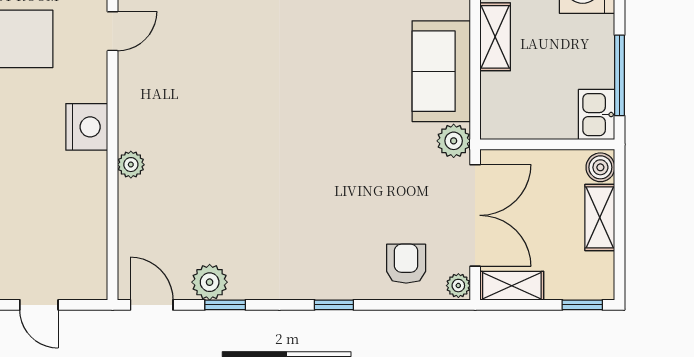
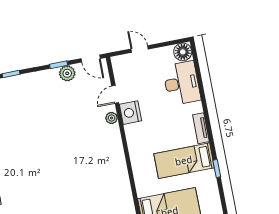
door: (113, 31) -> (115, 94), moved
nightstand: (87, 127) -> (130, 113), moved

